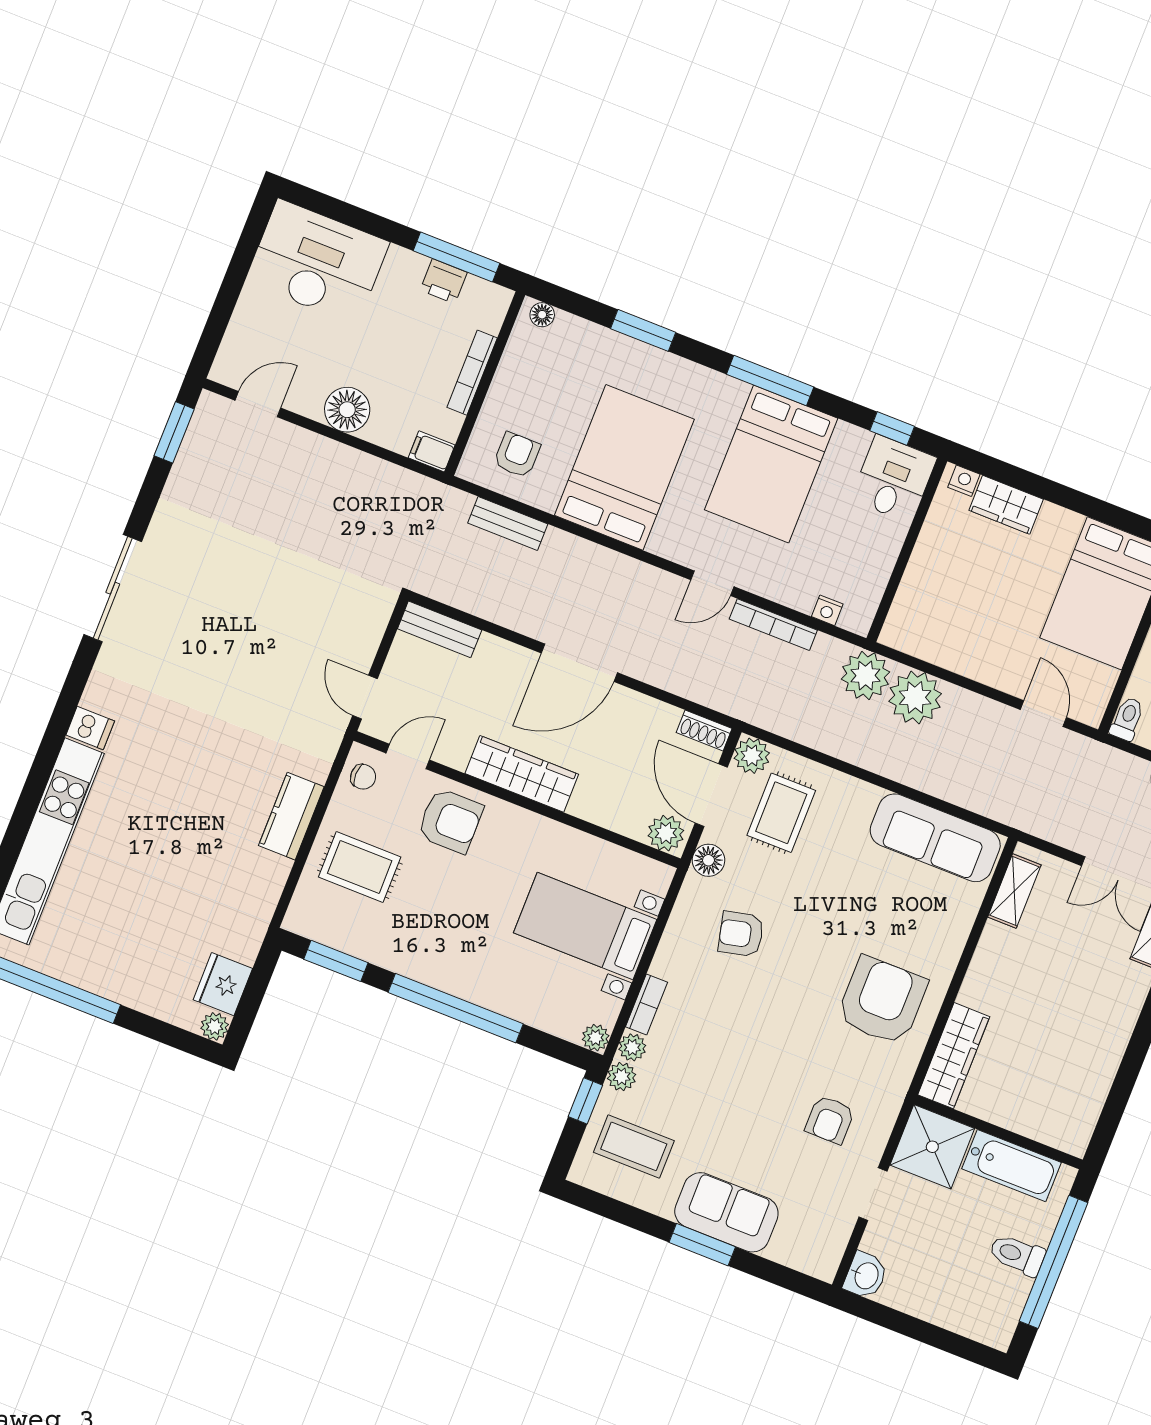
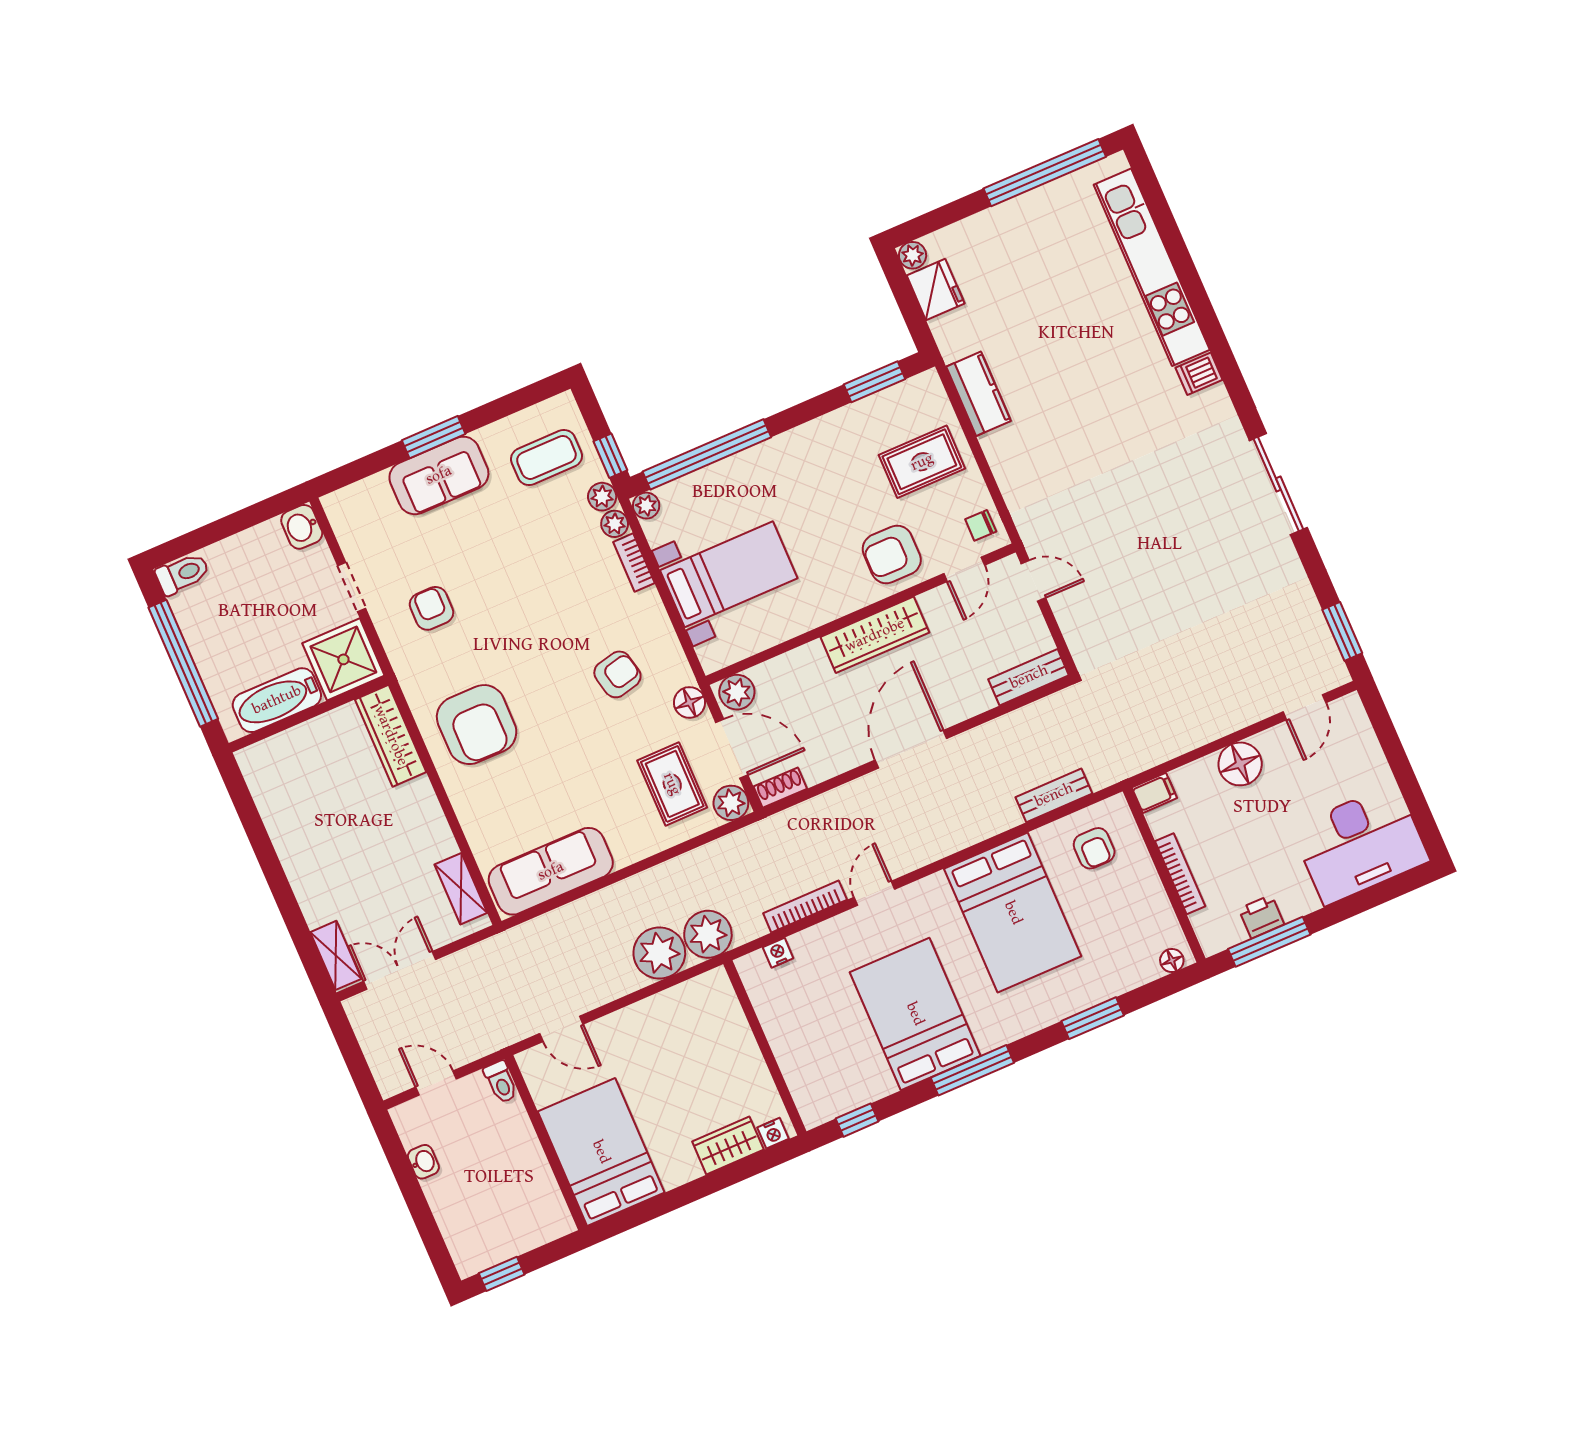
desk: (894, 479) -> (822, 1087), removed
kitchen counter: (291, 816) -> (978, 394), moved
window: (456, 1008) -> (707, 454), moved
toilet: (1017, 1255) -> (183, 574), moved

